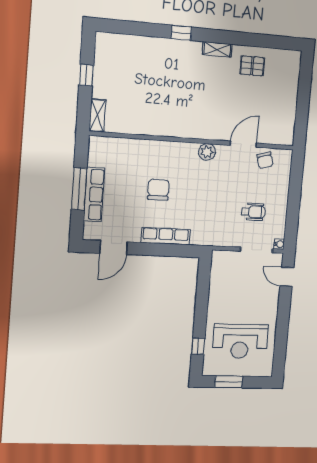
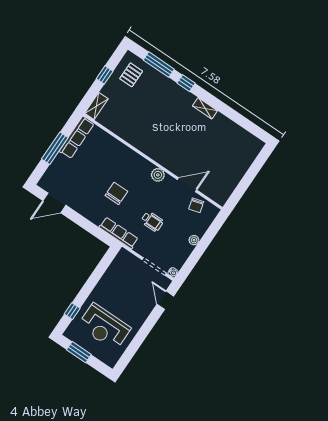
window: (140, 29) -> (159, 65), added
pallet: (252, 66) -> (131, 75), moved, turned 90
chair: (158, 190) -> (116, 193), moved
row of seats: (94, 195) -> (77, 137), moved
plant: (282, 198) -> (194, 240), added
wheelchair: (253, 212) -> (152, 221), moved
row of seats: (166, 236) -> (119, 233), moved

